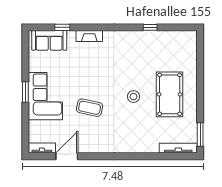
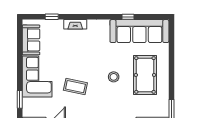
sofa: (49, 40) -> (31, 40), moved, turned -90
sofa: (163, 44) -> (139, 31), added
window: (25, 92) -> (20, 99), moved

